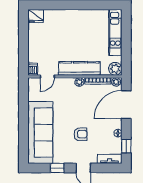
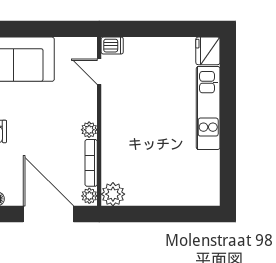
kitchen unit: (115, 33) -> (208, 108), moved, turned -90
kitchen counter: (79, 68) -> (114, 130), removed

